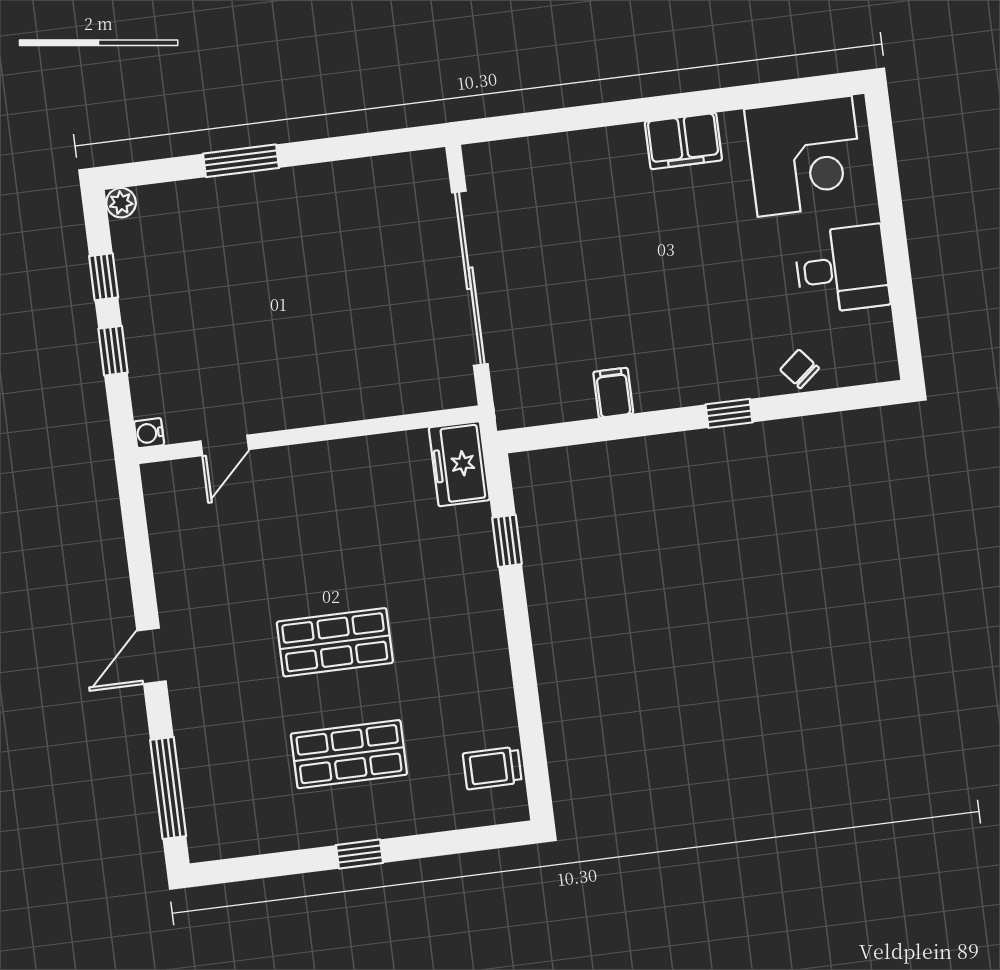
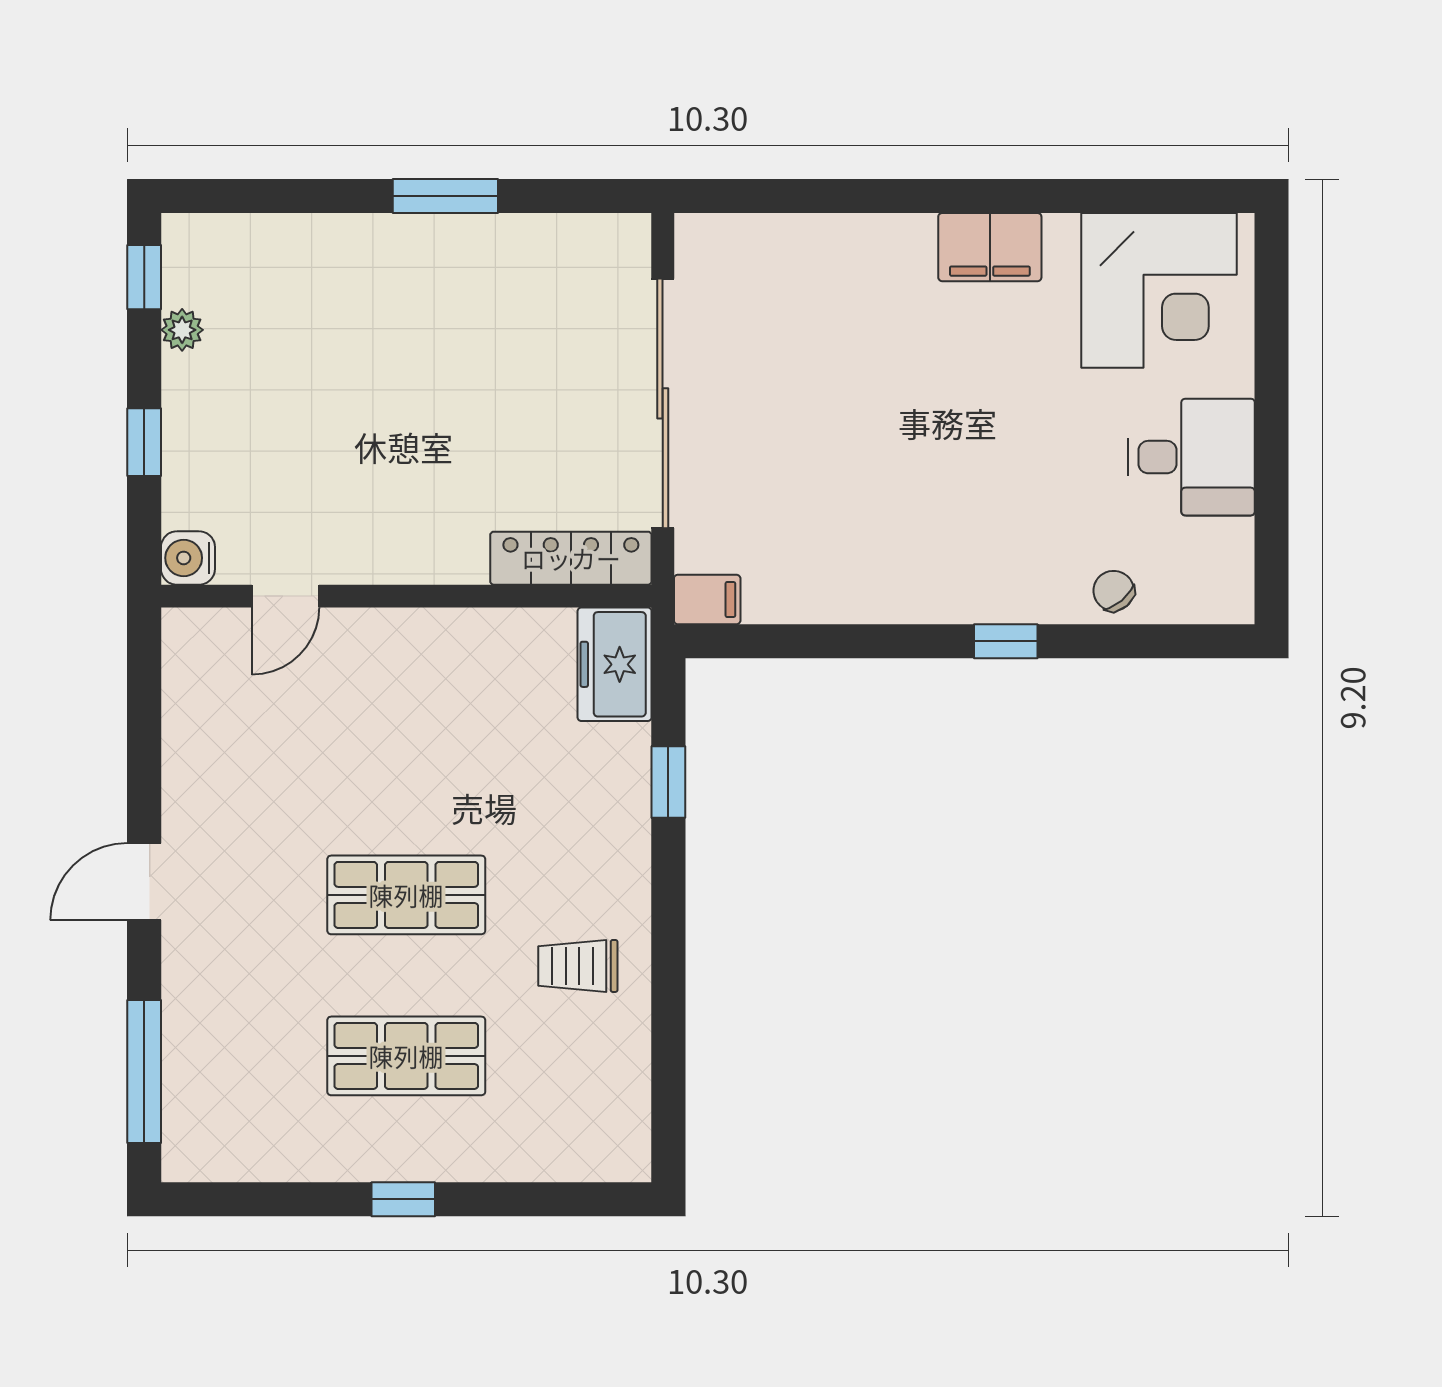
window: (241, 161) -> (445, 196), moved
plant: (121, 203) -> (182, 330), moved
window: (104, 277) -> (144, 277), moved
filing cabinet: (613, 393) -> (707, 599), moved, turned 90
locker: (420, 394) -> (571, 558), added
water cooler: (149, 433) -> (188, 558), width x1.38, depth x1.38
trolley: (492, 768) -> (578, 966), moved

